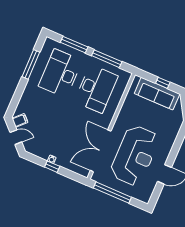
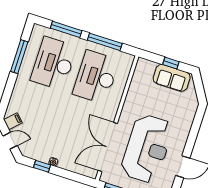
desk: (96, 89) -> (96, 77), turned 180
sofa: (157, 94) -> (172, 78), width x0.73
window: (52, 167) -> (42, 166), moved

